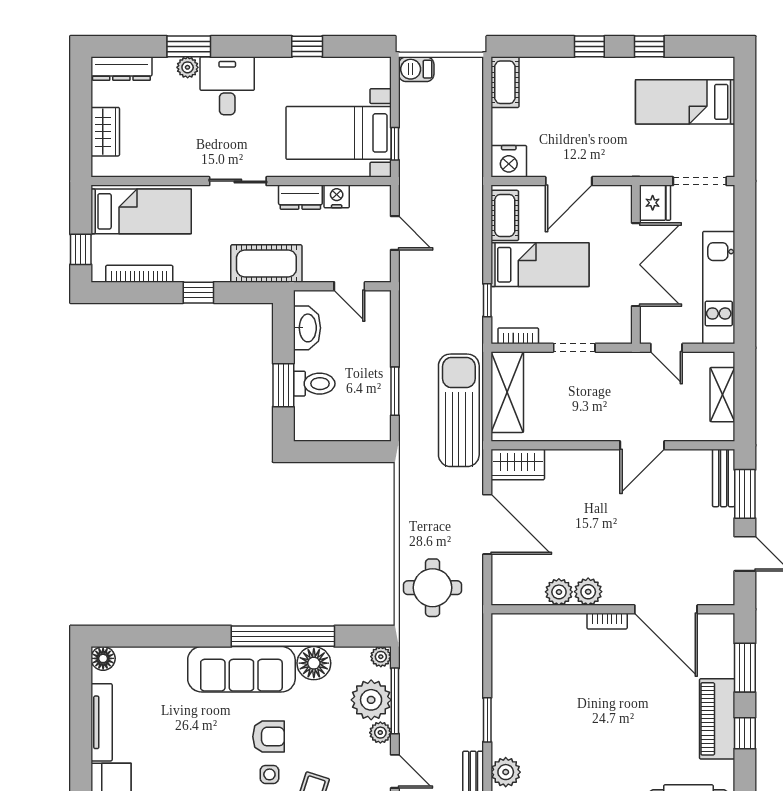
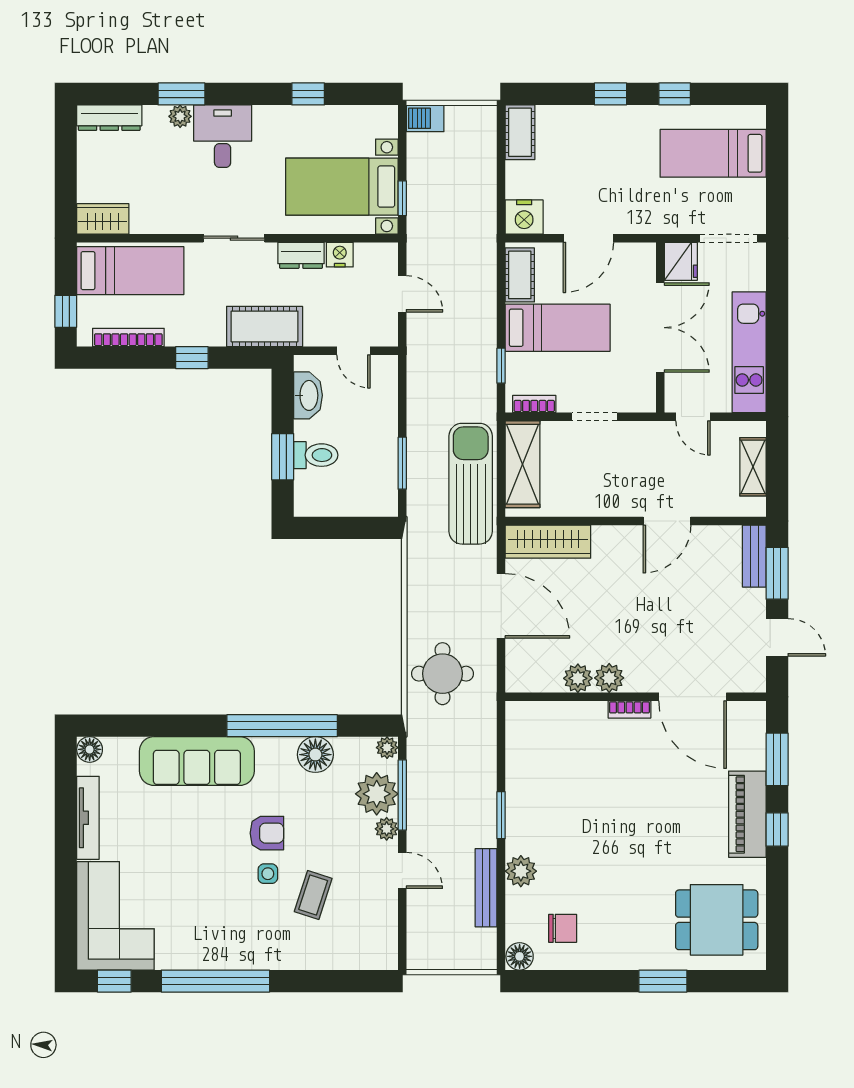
wardrobe: (105, 132) -> (103, 219), moved, turned -90
wardrobe: (518, 464) -> (548, 542), width x1.50
sofa: (241, 669) -> (197, 761), moved

